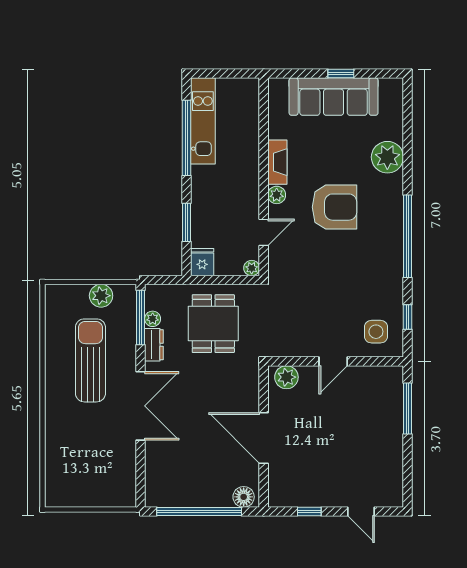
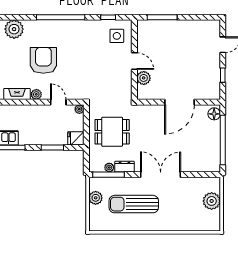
plant: (286, 377) -> (144, 78), moved
plant: (96, 493) -> (212, 201), added

